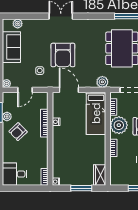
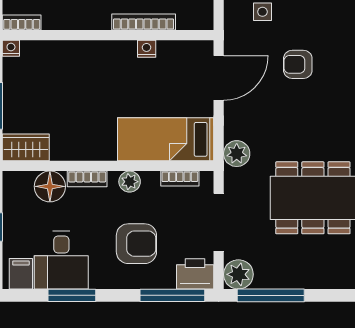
armchair: (63, 55) -> (298, 64), width x0.53, depth x0.53
plant: (119, 125) -> (130, 182), width x0.53, depth x0.53
floor lamp: (117, 164) -> (50, 186), added

